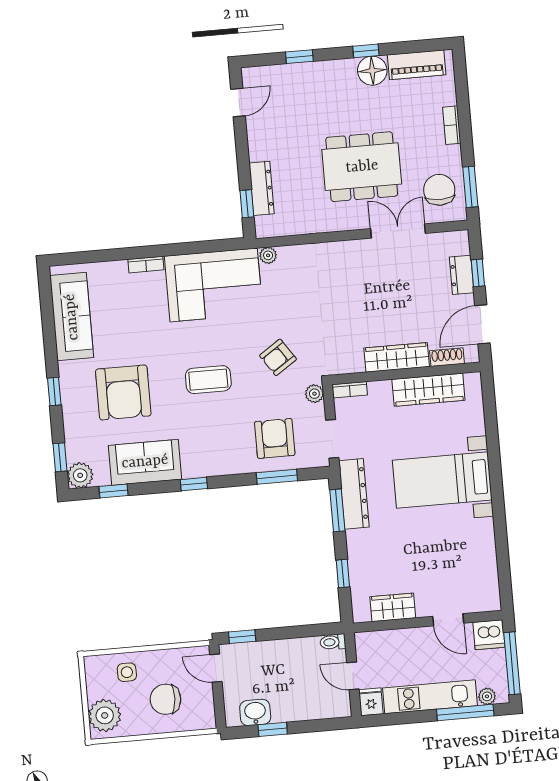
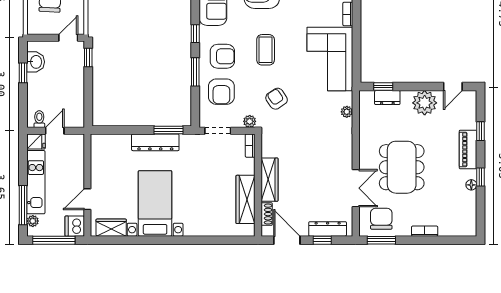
piano: (417, 65) -> (468, 149), moved
floor lamp: (372, 71) -> (471, 185), width x0.53, depth x0.53
door: (238, 102) -> (453, 87), hinge flipped
plant: (265, 142) -> (425, 103), added
dresser: (262, 188) -> (387, 98), width x0.70
chair: (439, 190) -> (381, 219), turned -90
plant: (268, 255) -> (347, 112), moved
dresser: (462, 275) -> (328, 229), width x1.44
armchair: (275, 438) -> (221, 92), turned 90
armchair: (223, 442) -> (222, 56), added
window: (277, 477) -> (195, 72), moved
bed with nightstands: (442, 480) -> (155, 203), moved
dresser: (354, 494) -> (155, 142), moved
window: (343, 573) -> (125, 130), removed
wardrobe: (393, 607) -> (111, 228), moved, turned -90
toilet: (333, 642) -> (39, 119), moved

